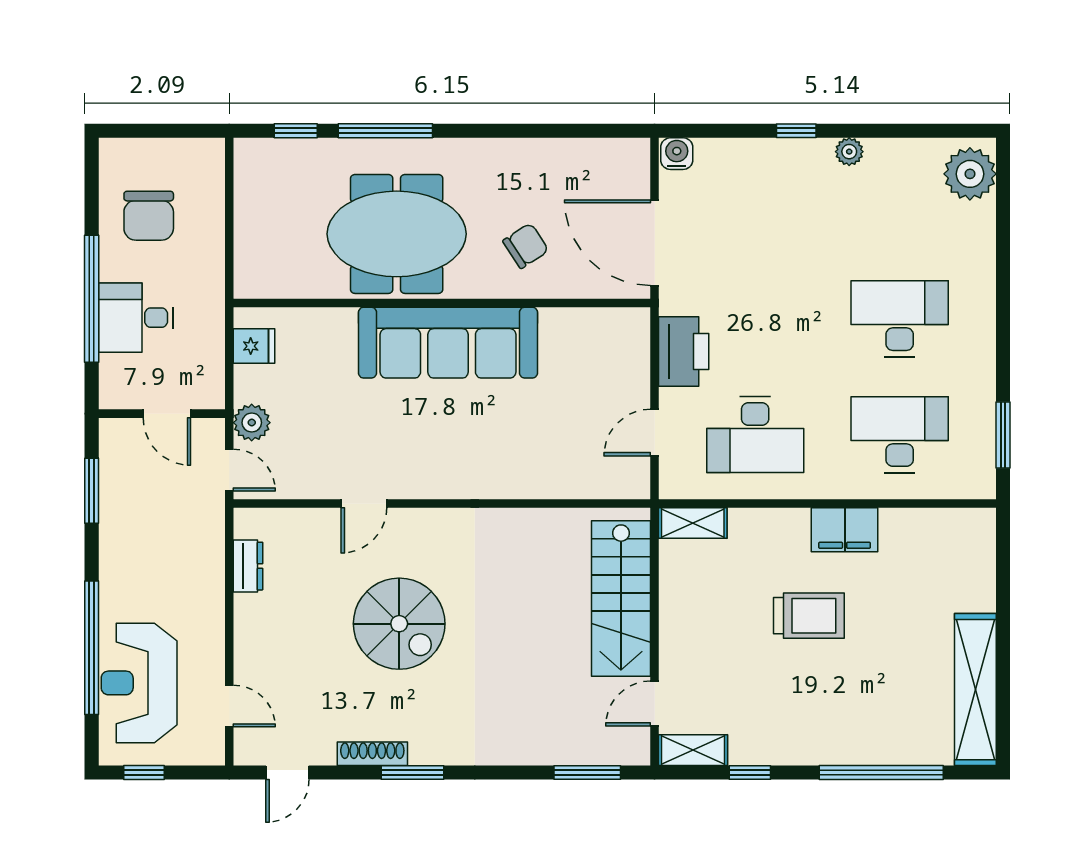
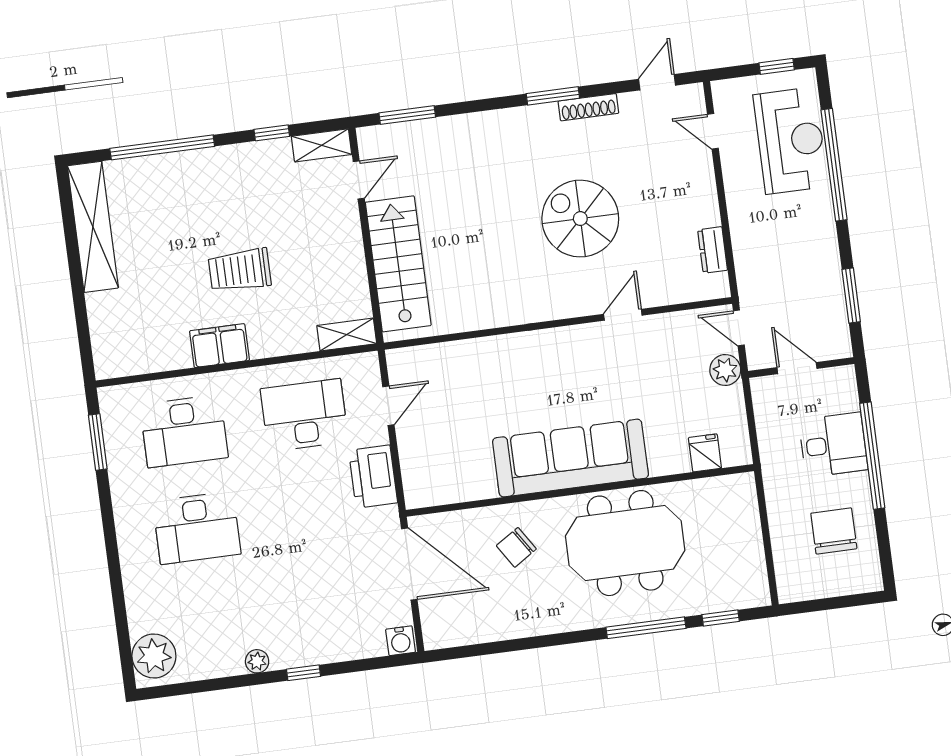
fridge: (254, 346) -> (705, 453), moved, turned 90

